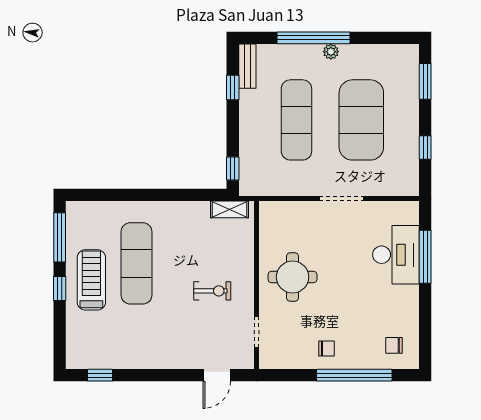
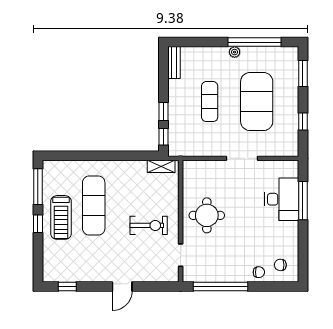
window: (313, 38) -> (255, 42), moved
window: (233, 88) -> (163, 112), moved
exercise mat: (296, 120) -> (210, 102), width x0.73, depth x0.69
treadmill: (91, 280) -> (61, 217), turned 180
exercise bike: (212, 291) -> (149, 225), width x1.38, depth x1.39
chair: (327, 349) -> (259, 272), moved
door: (217, 375) -> (122, 287), moved
window: (354, 375) -> (221, 287), moved

